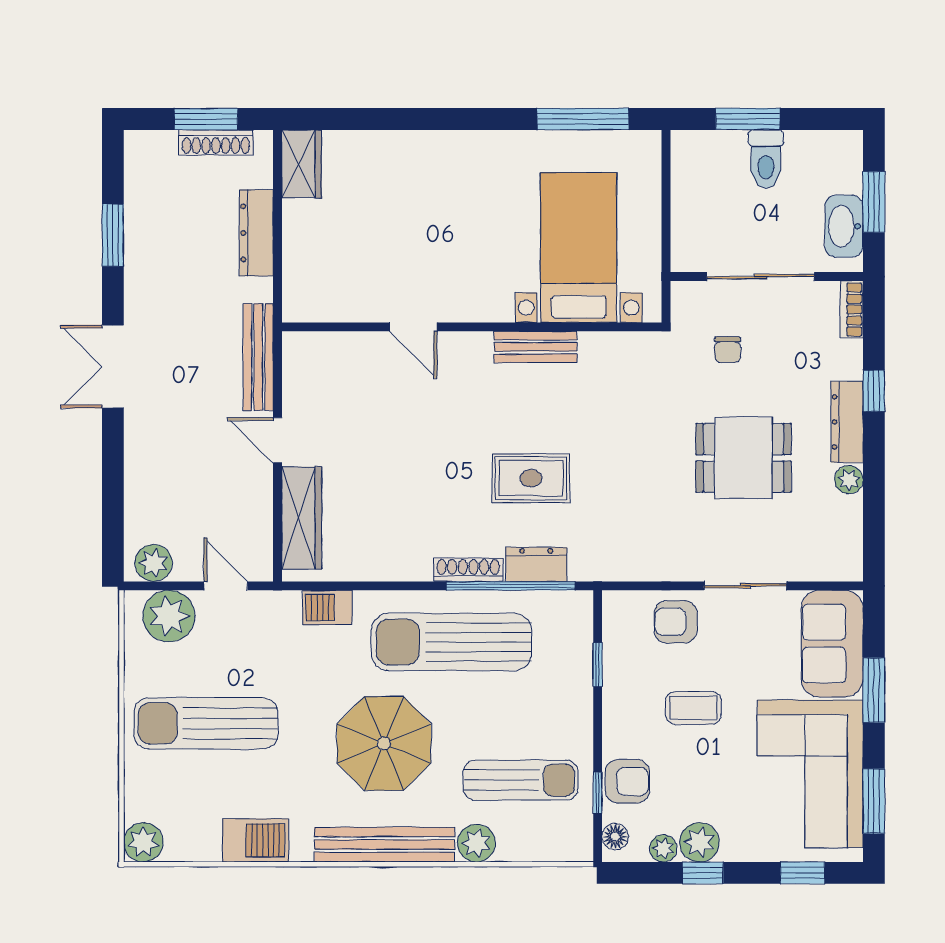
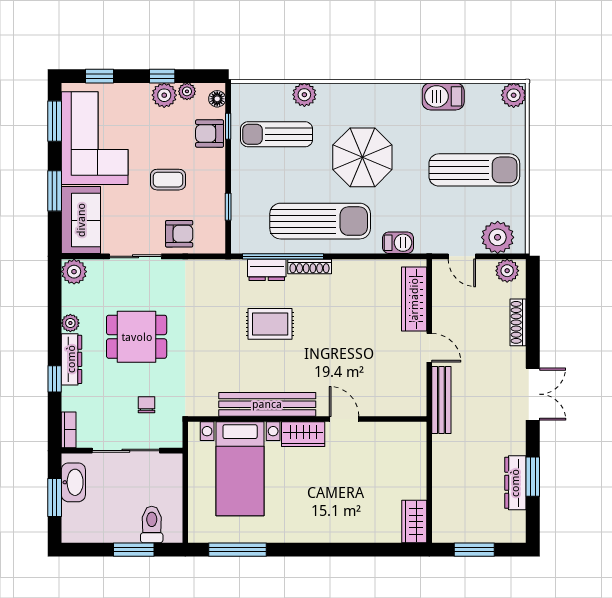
shoe rack: (216, 142) -> (518, 322), moved, turned -90
toilet: (766, 159) -> (152, 524), moved
dresser: (256, 233) -> (515, 483), moved, turned 180
wardrobe: (478, 303) -> (303, 434), added
bench: (535, 347) -> (267, 404), width x1.86, depth x1.21
plant: (843, 561) -> (74, 272), added
bench: (385, 845) -> (362, 94), removed

